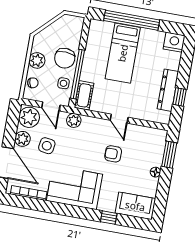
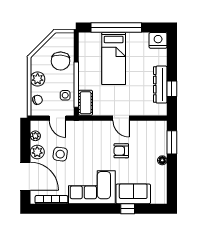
chair: (65, 58) -> (61, 61), moved
plant: (29, 117) -> (35, 136), width x0.53, depth x0.53
plant: (74, 120) -> (80, 127), removed
sofa: (135, 206) -> (133, 194), moved

